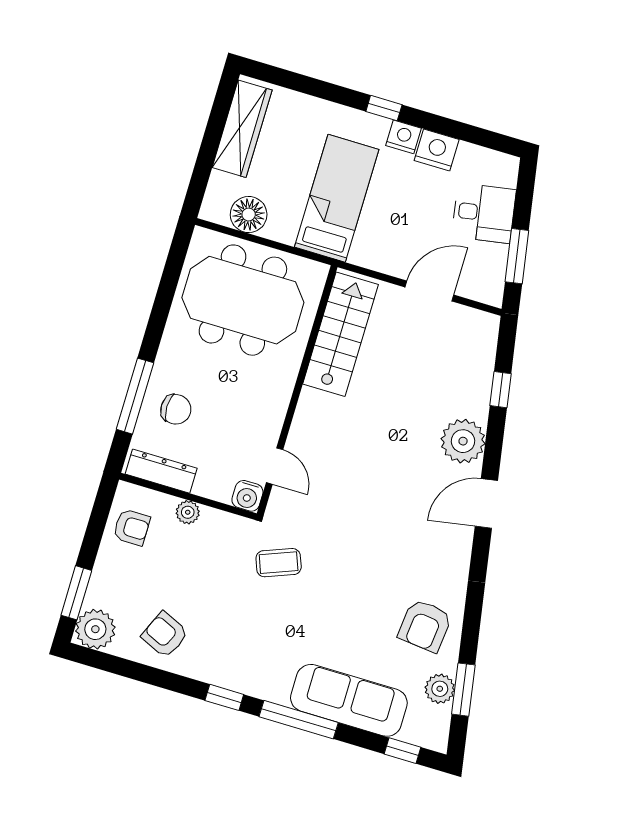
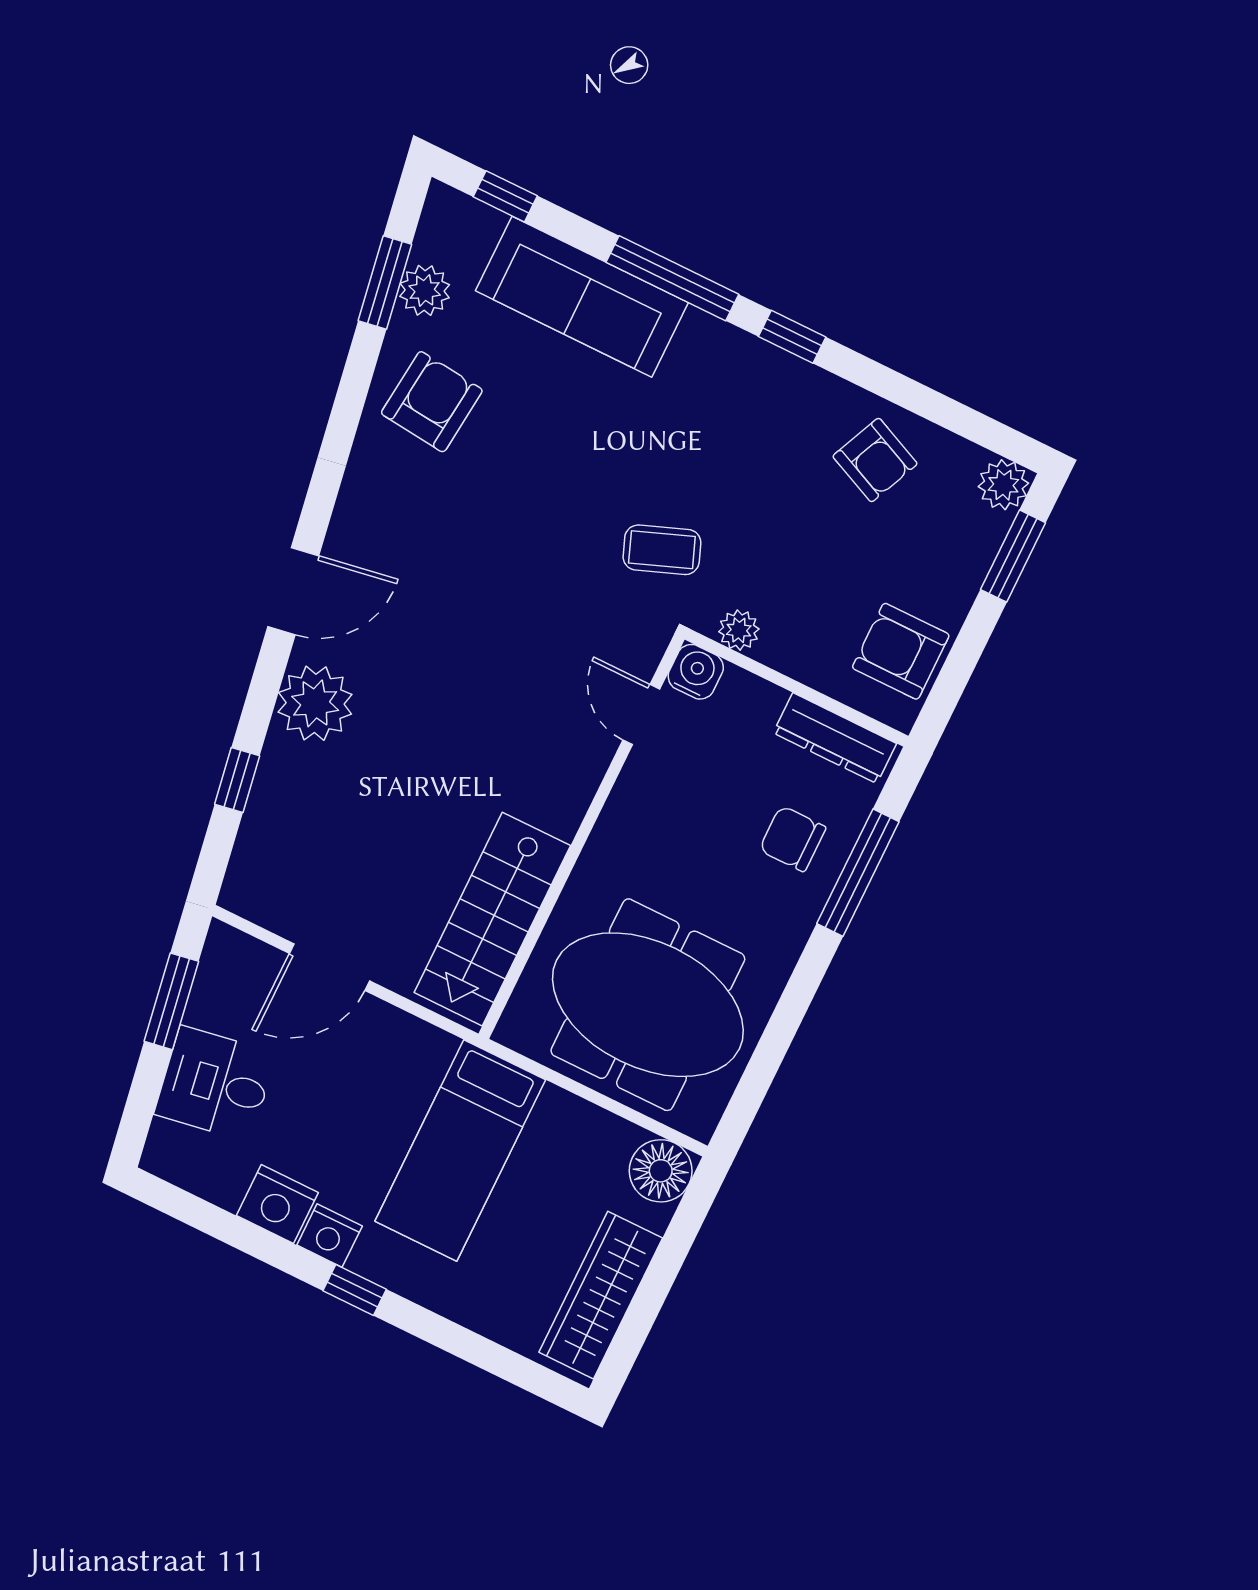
floor lamp: (249, 215) -> (661, 1171), moved
plant: (188, 512) -> (739, 630), moved
armchair: (132, 527) -> (901, 651), width x1.38, depth x1.38
plant: (95, 629) -> (1003, 485), width x0.73, depth x0.73

